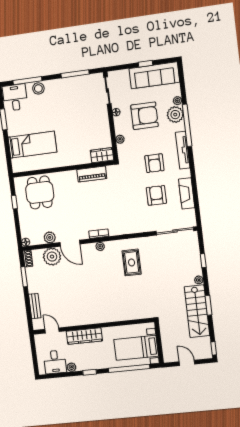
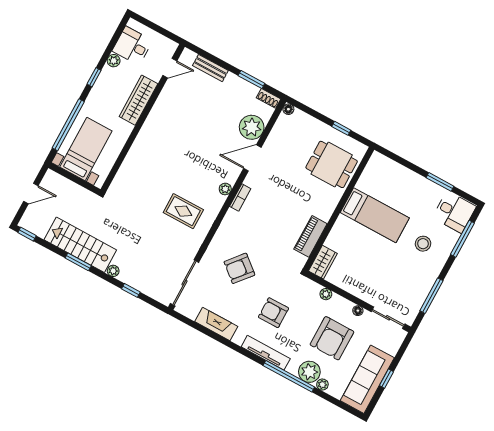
stool: (38, 88) -> (423, 244), moved
bed: (32, 145) -> (375, 215), moved, turned -90
armchair: (156, 195) -> (239, 268), moved, turned 130
plant: (50, 237) -> (274, 140), removed

